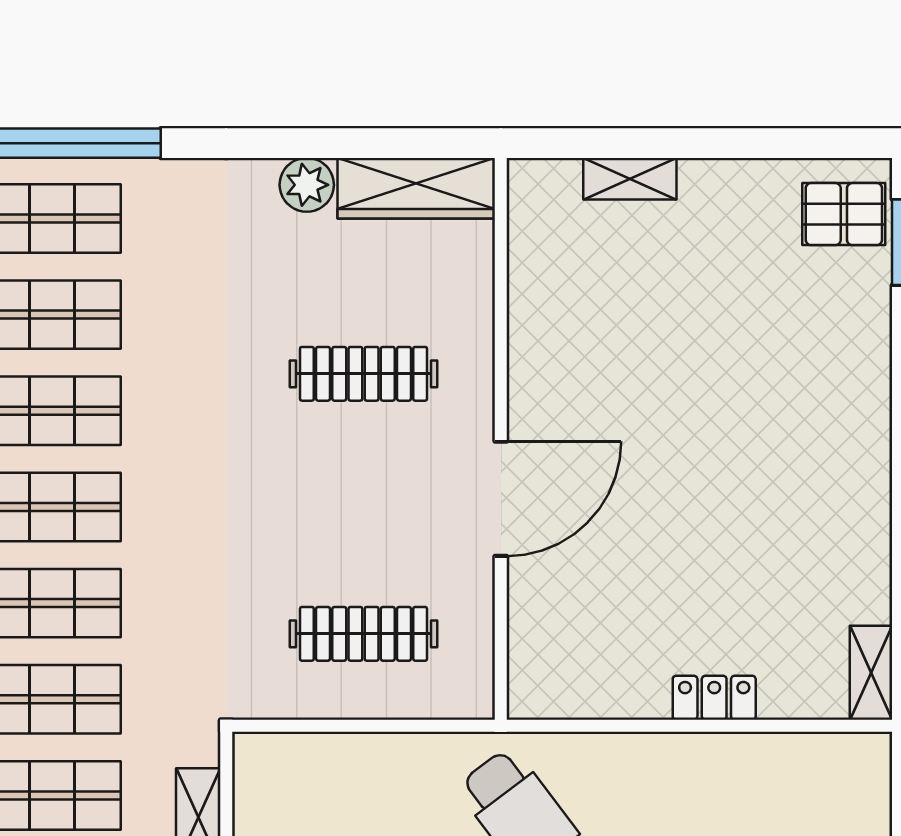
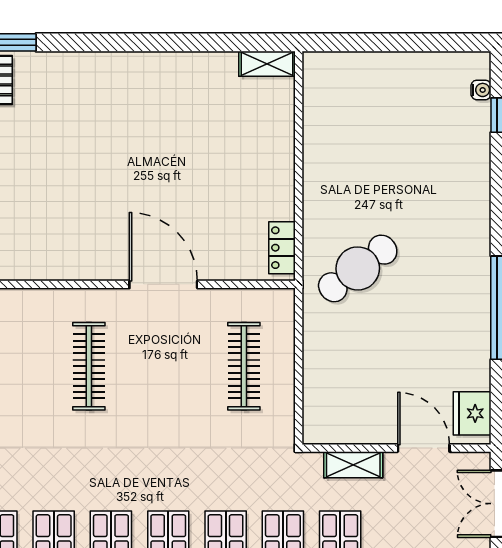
locker: (714, 698) -> (282, 248), moved

